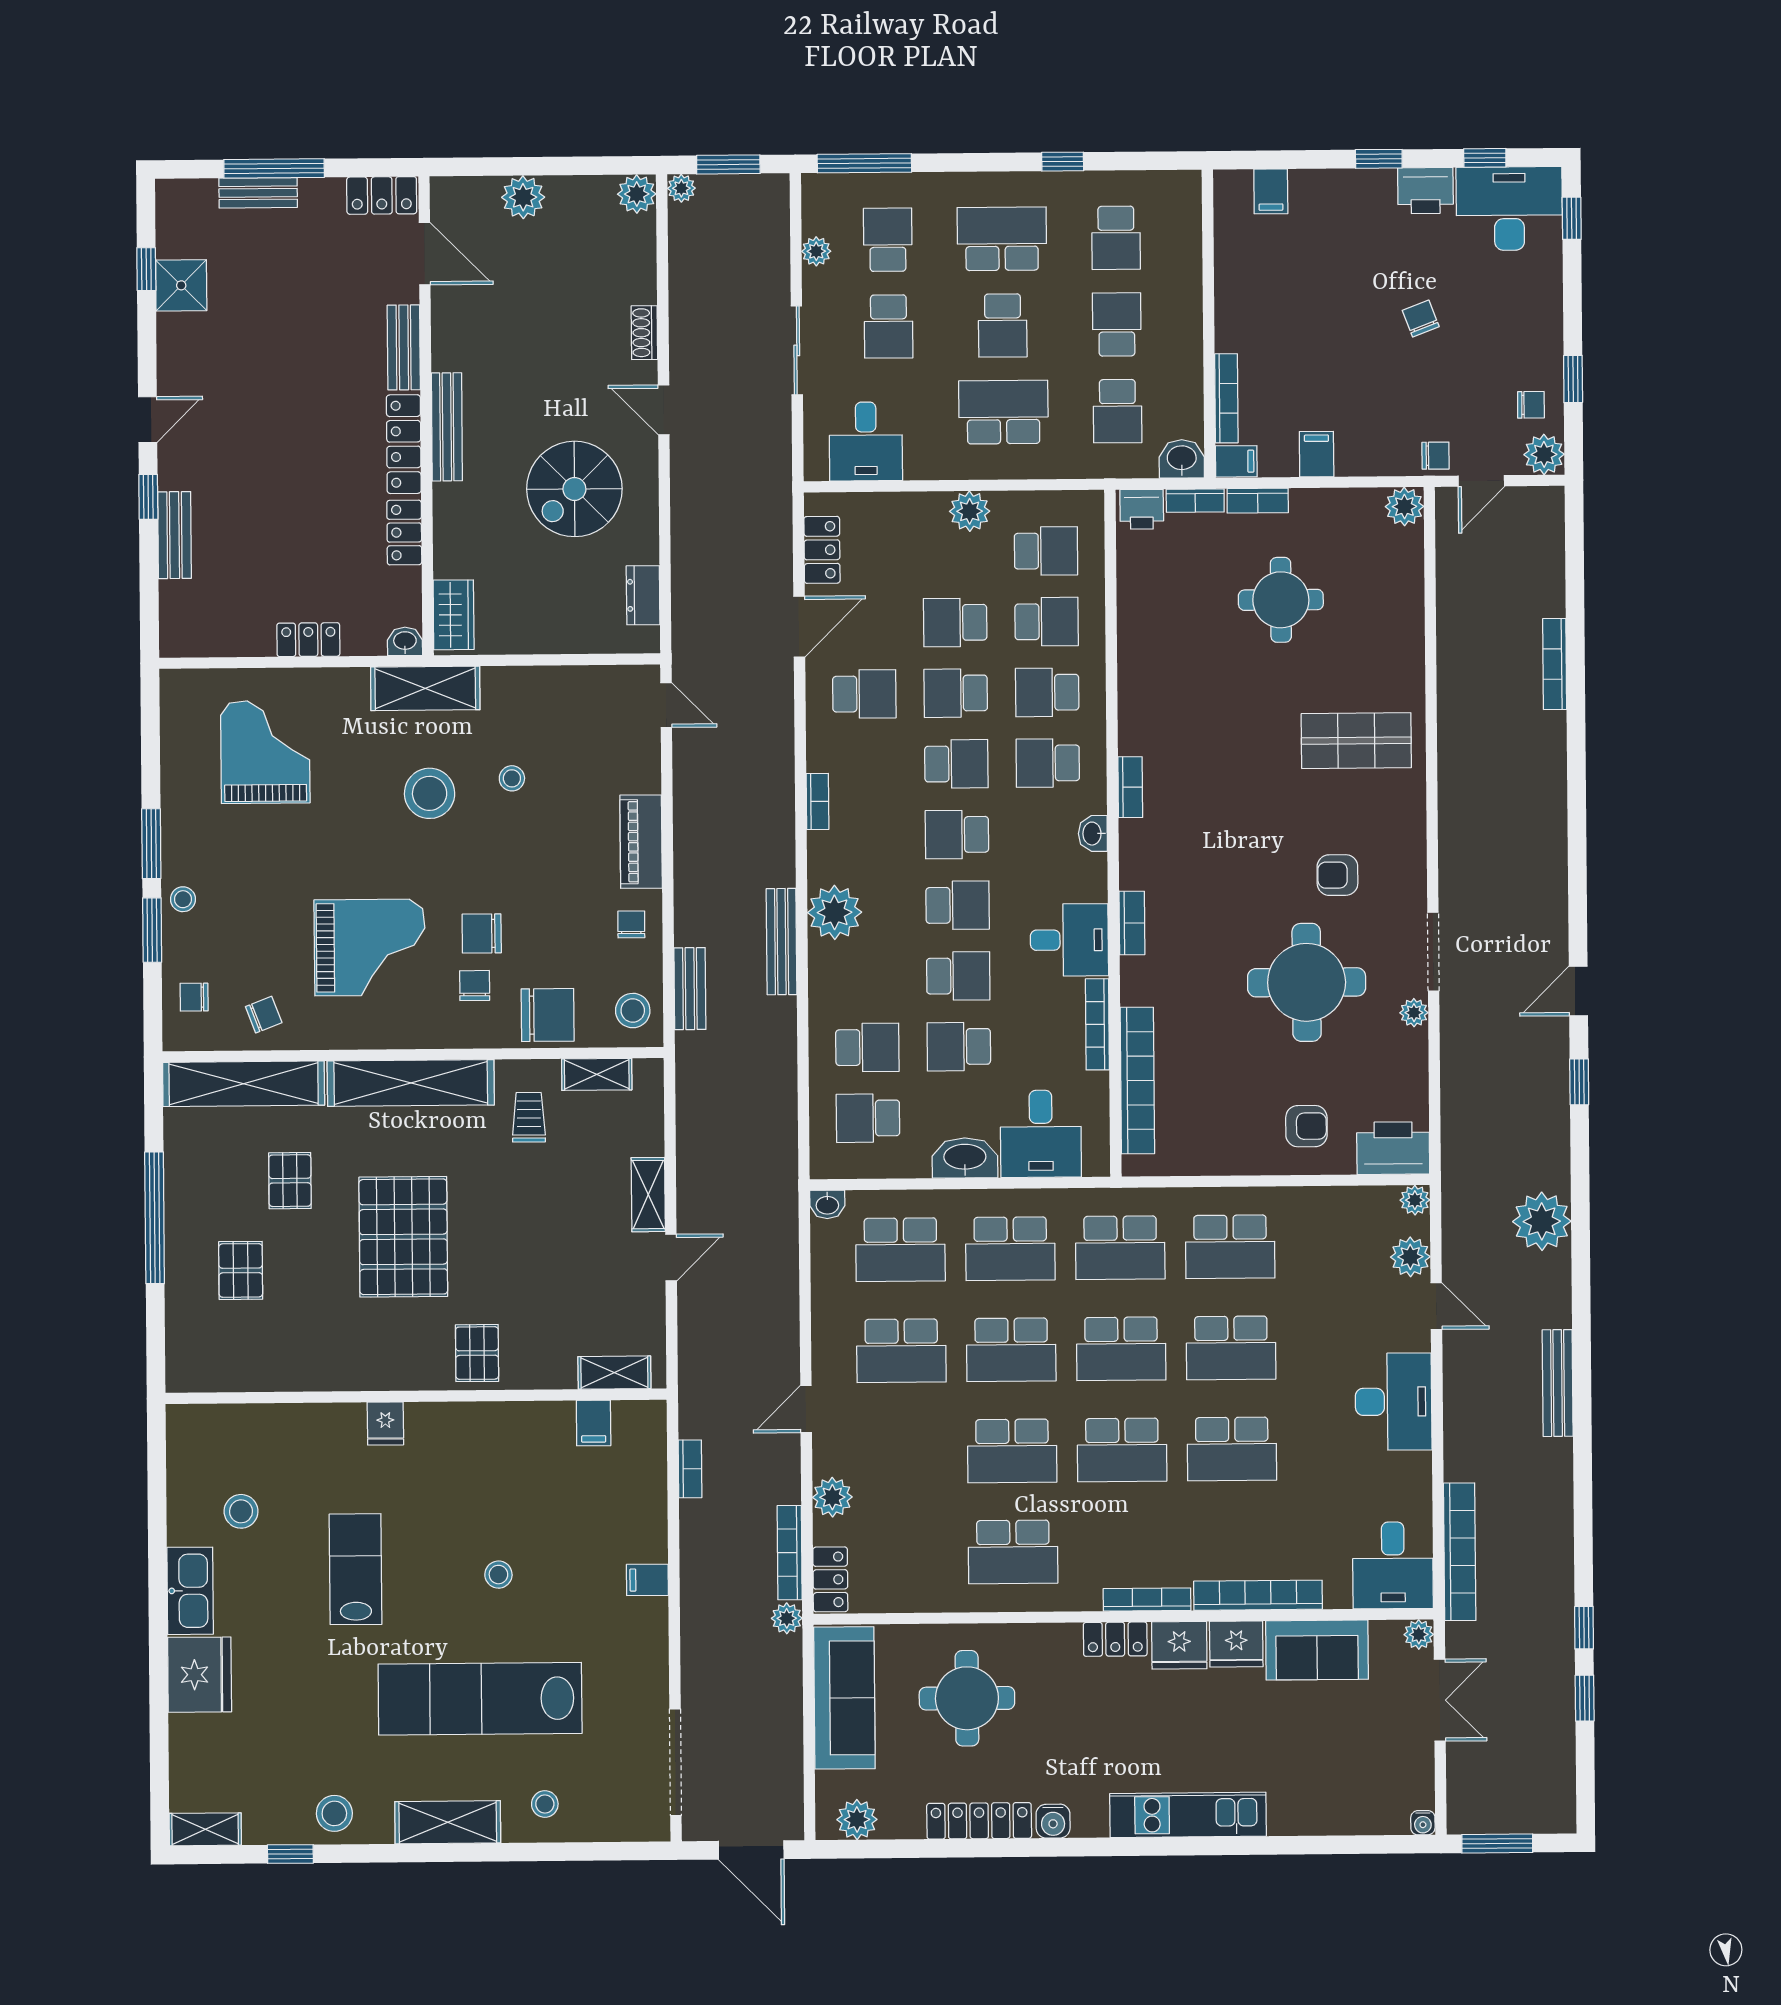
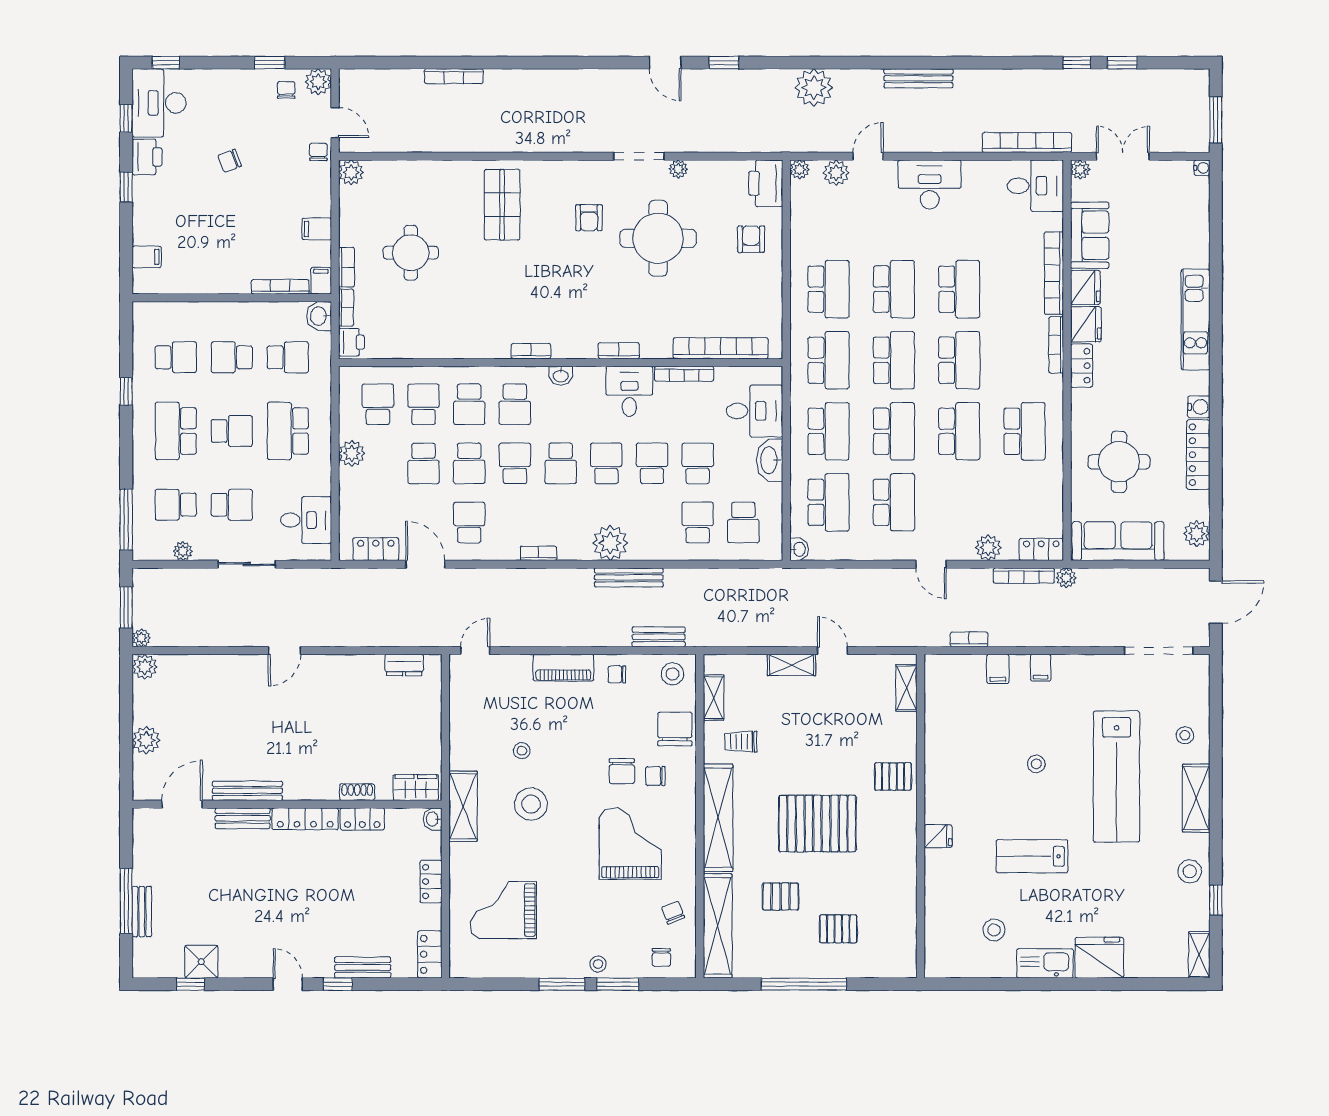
locker: (382, 195) -> (430, 954), moved, turned 180
shoe rack: (644, 333) -> (357, 792), moved, turned 180
bench: (447, 427) -> (247, 791), moved
spiral stairs: (574, 489) -> (335, 709), removed
school desk: (959, 1047) -> (698, 463), turned 180
filing cabinet: (594, 1423) -> (998, 669), moved, turned 90

